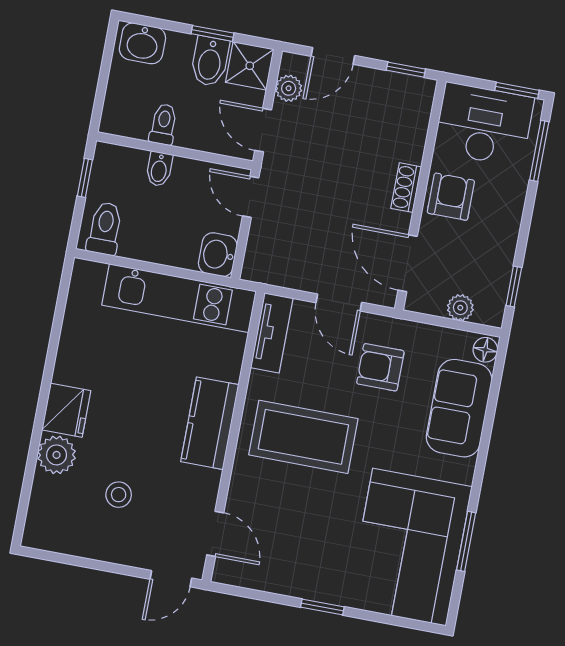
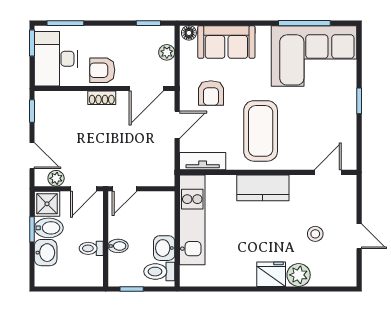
washbasin: (142, 43) -> (46, 253), moved
washbasin: (218, 255) -> (164, 248), moved, turned 90
window: (466, 541) -> (304, 23), width x1.44
door: (171, 579) -> (359, 236), moved

